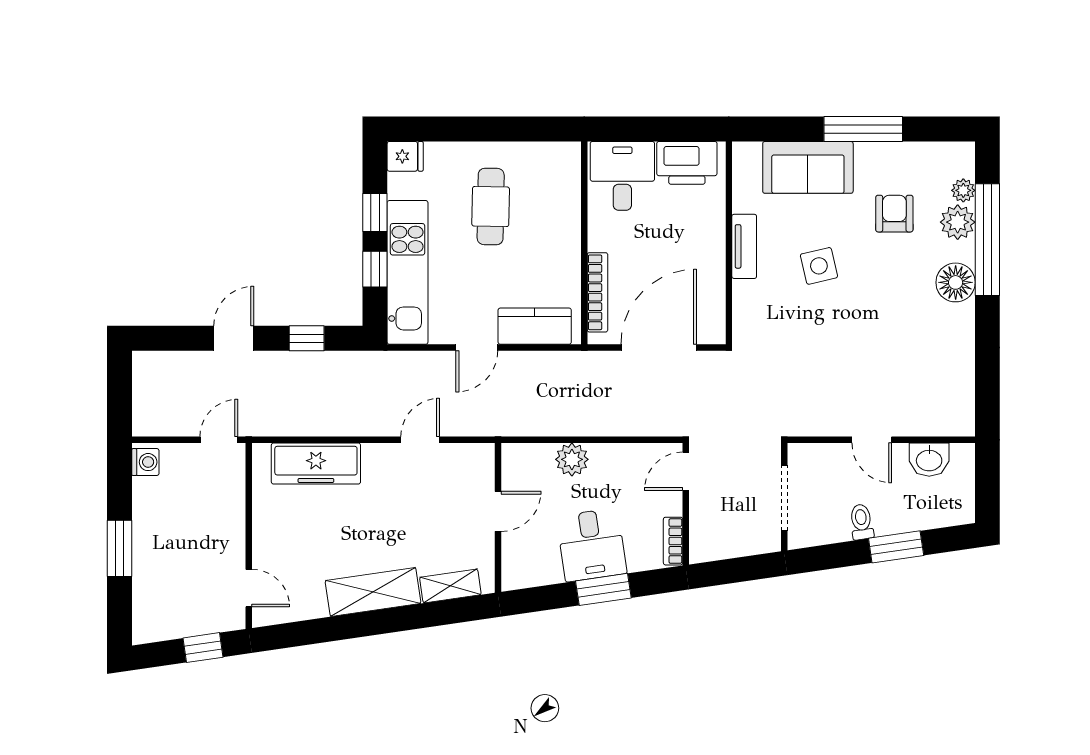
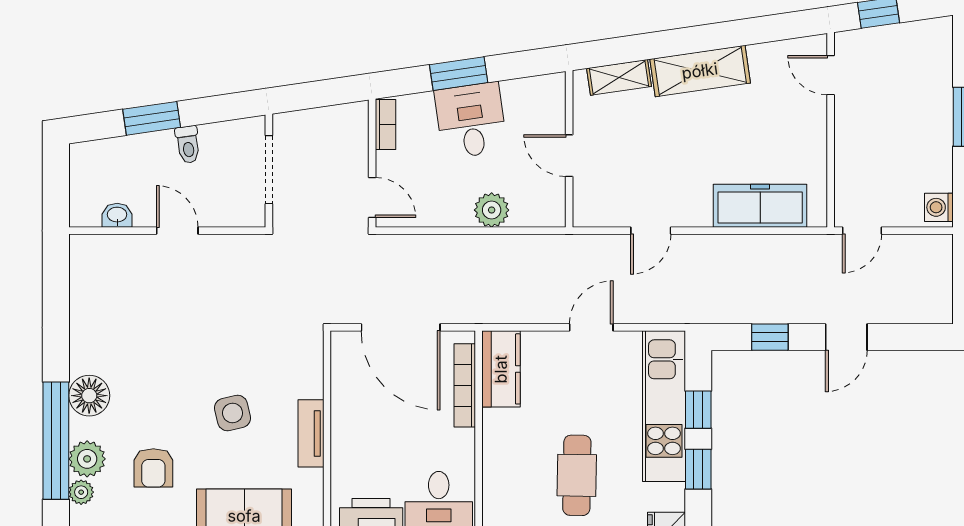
kitchen counter: (535, 326) -> (501, 369), moved, turned -90
door: (659, 347) -> (401, 327), hinge flipped
washbasin: (929, 460) -> (117, 215), width x0.72, depth x0.69
door: (686, 471) -> (372, 198), hinge flipped
door: (498, 511) -> (569, 156), hinge flipped

